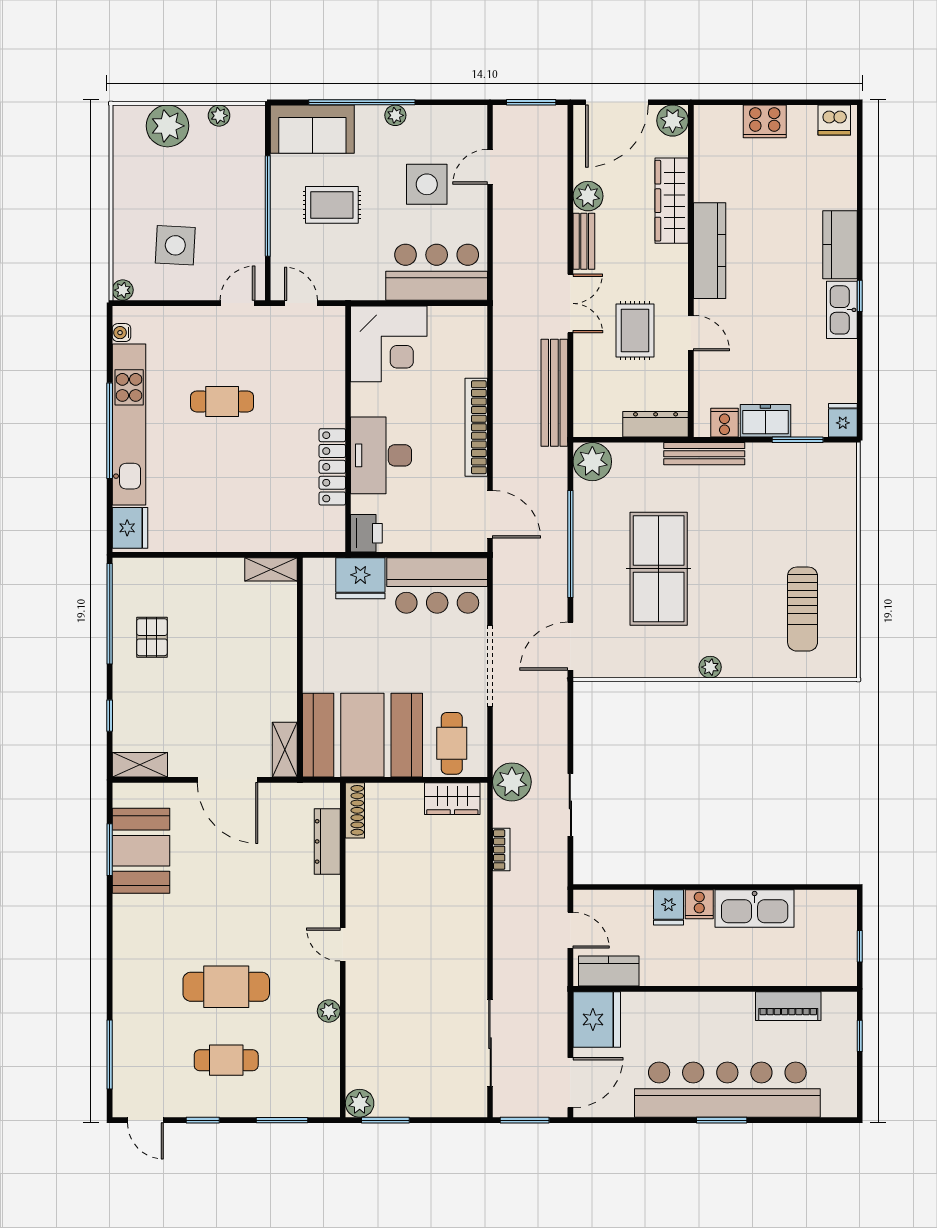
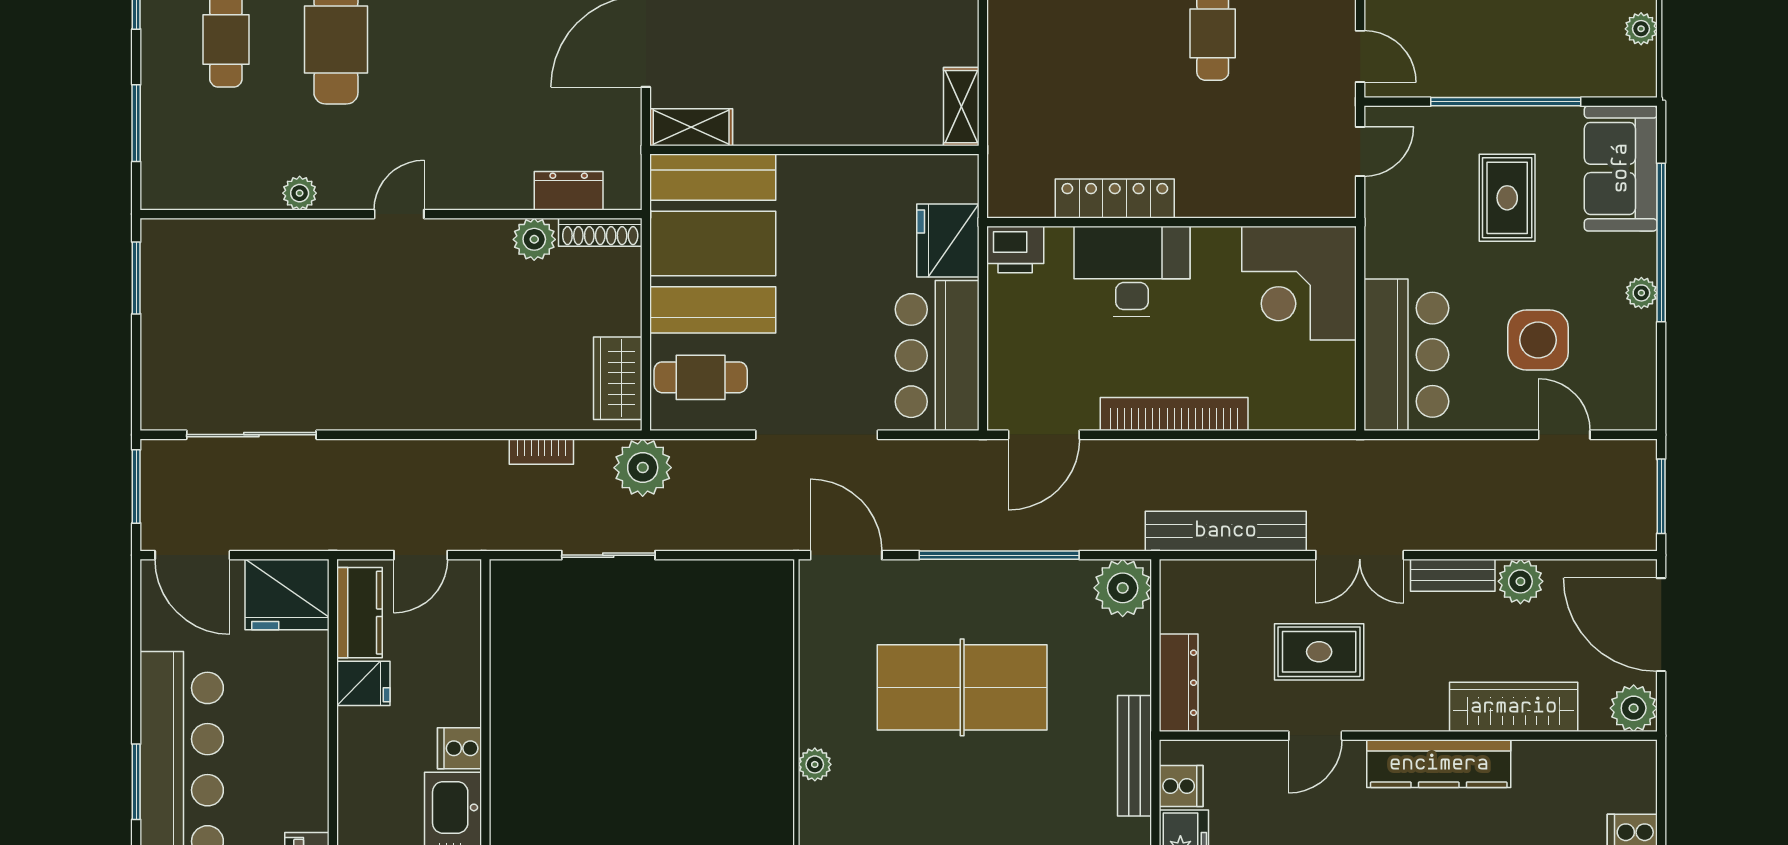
dresser: (327, 841) -> (569, 191), width x0.70
fridge: (669, 907) -> (363, 683), moved, turned 180
plant: (360, 1103) -> (534, 239), moved

